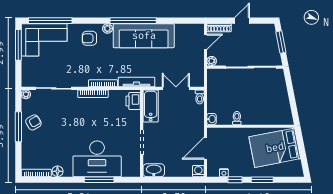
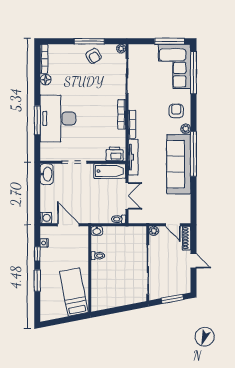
bed: (275, 148) -> (74, 292), width x0.67

